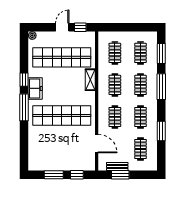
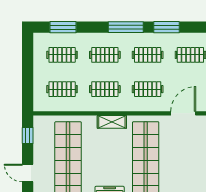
door: (62, 27) -> (28, 173), moved
shelving: (90, 80) -> (112, 122), moved
window: (161, 87) -> (126, 27), moved

